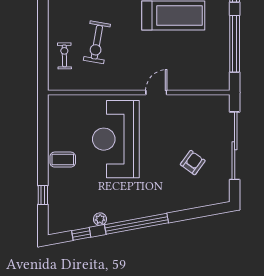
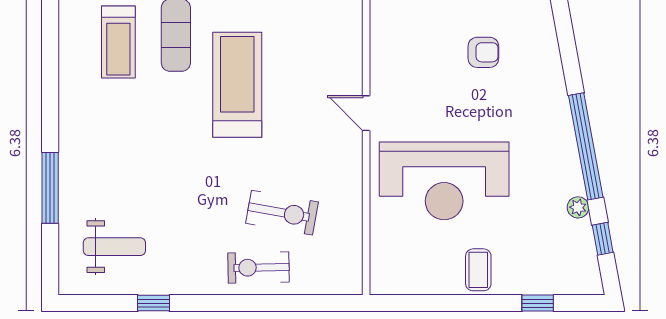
exercise bike: (64, 56) -> (258, 268), moved, width x1.38, depth x1.39
armchair: (193, 163) -> (483, 52), turned 144

